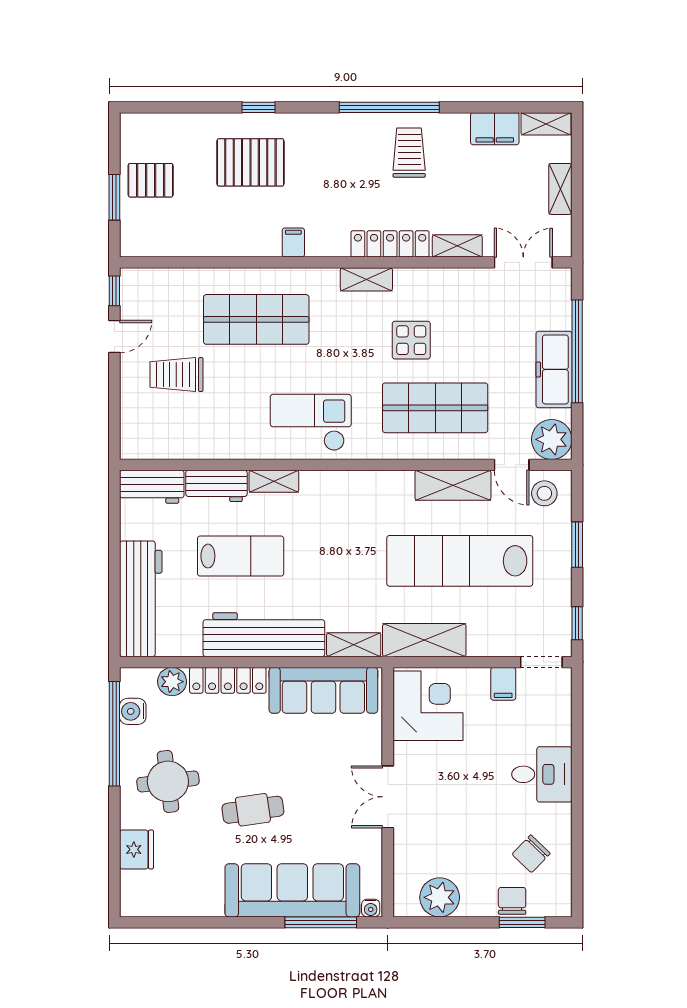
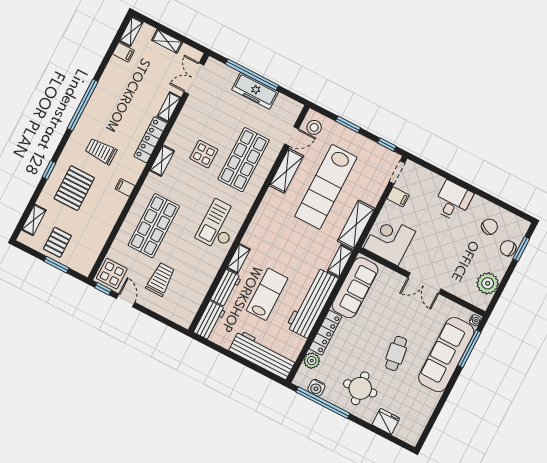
shelving: (167, 124) -> (34, 220), added
filing cabinet: (495, 129) -> (123, 52), width x0.50
trolley: (409, 153) -> (101, 151), moved
display table: (146, 292) -> (112, 274), added
trolley: (176, 375) -> (160, 279), turned 180
plant: (552, 439) -> (289, 110), removed
chair: (531, 854) -> (490, 227), turned -107

